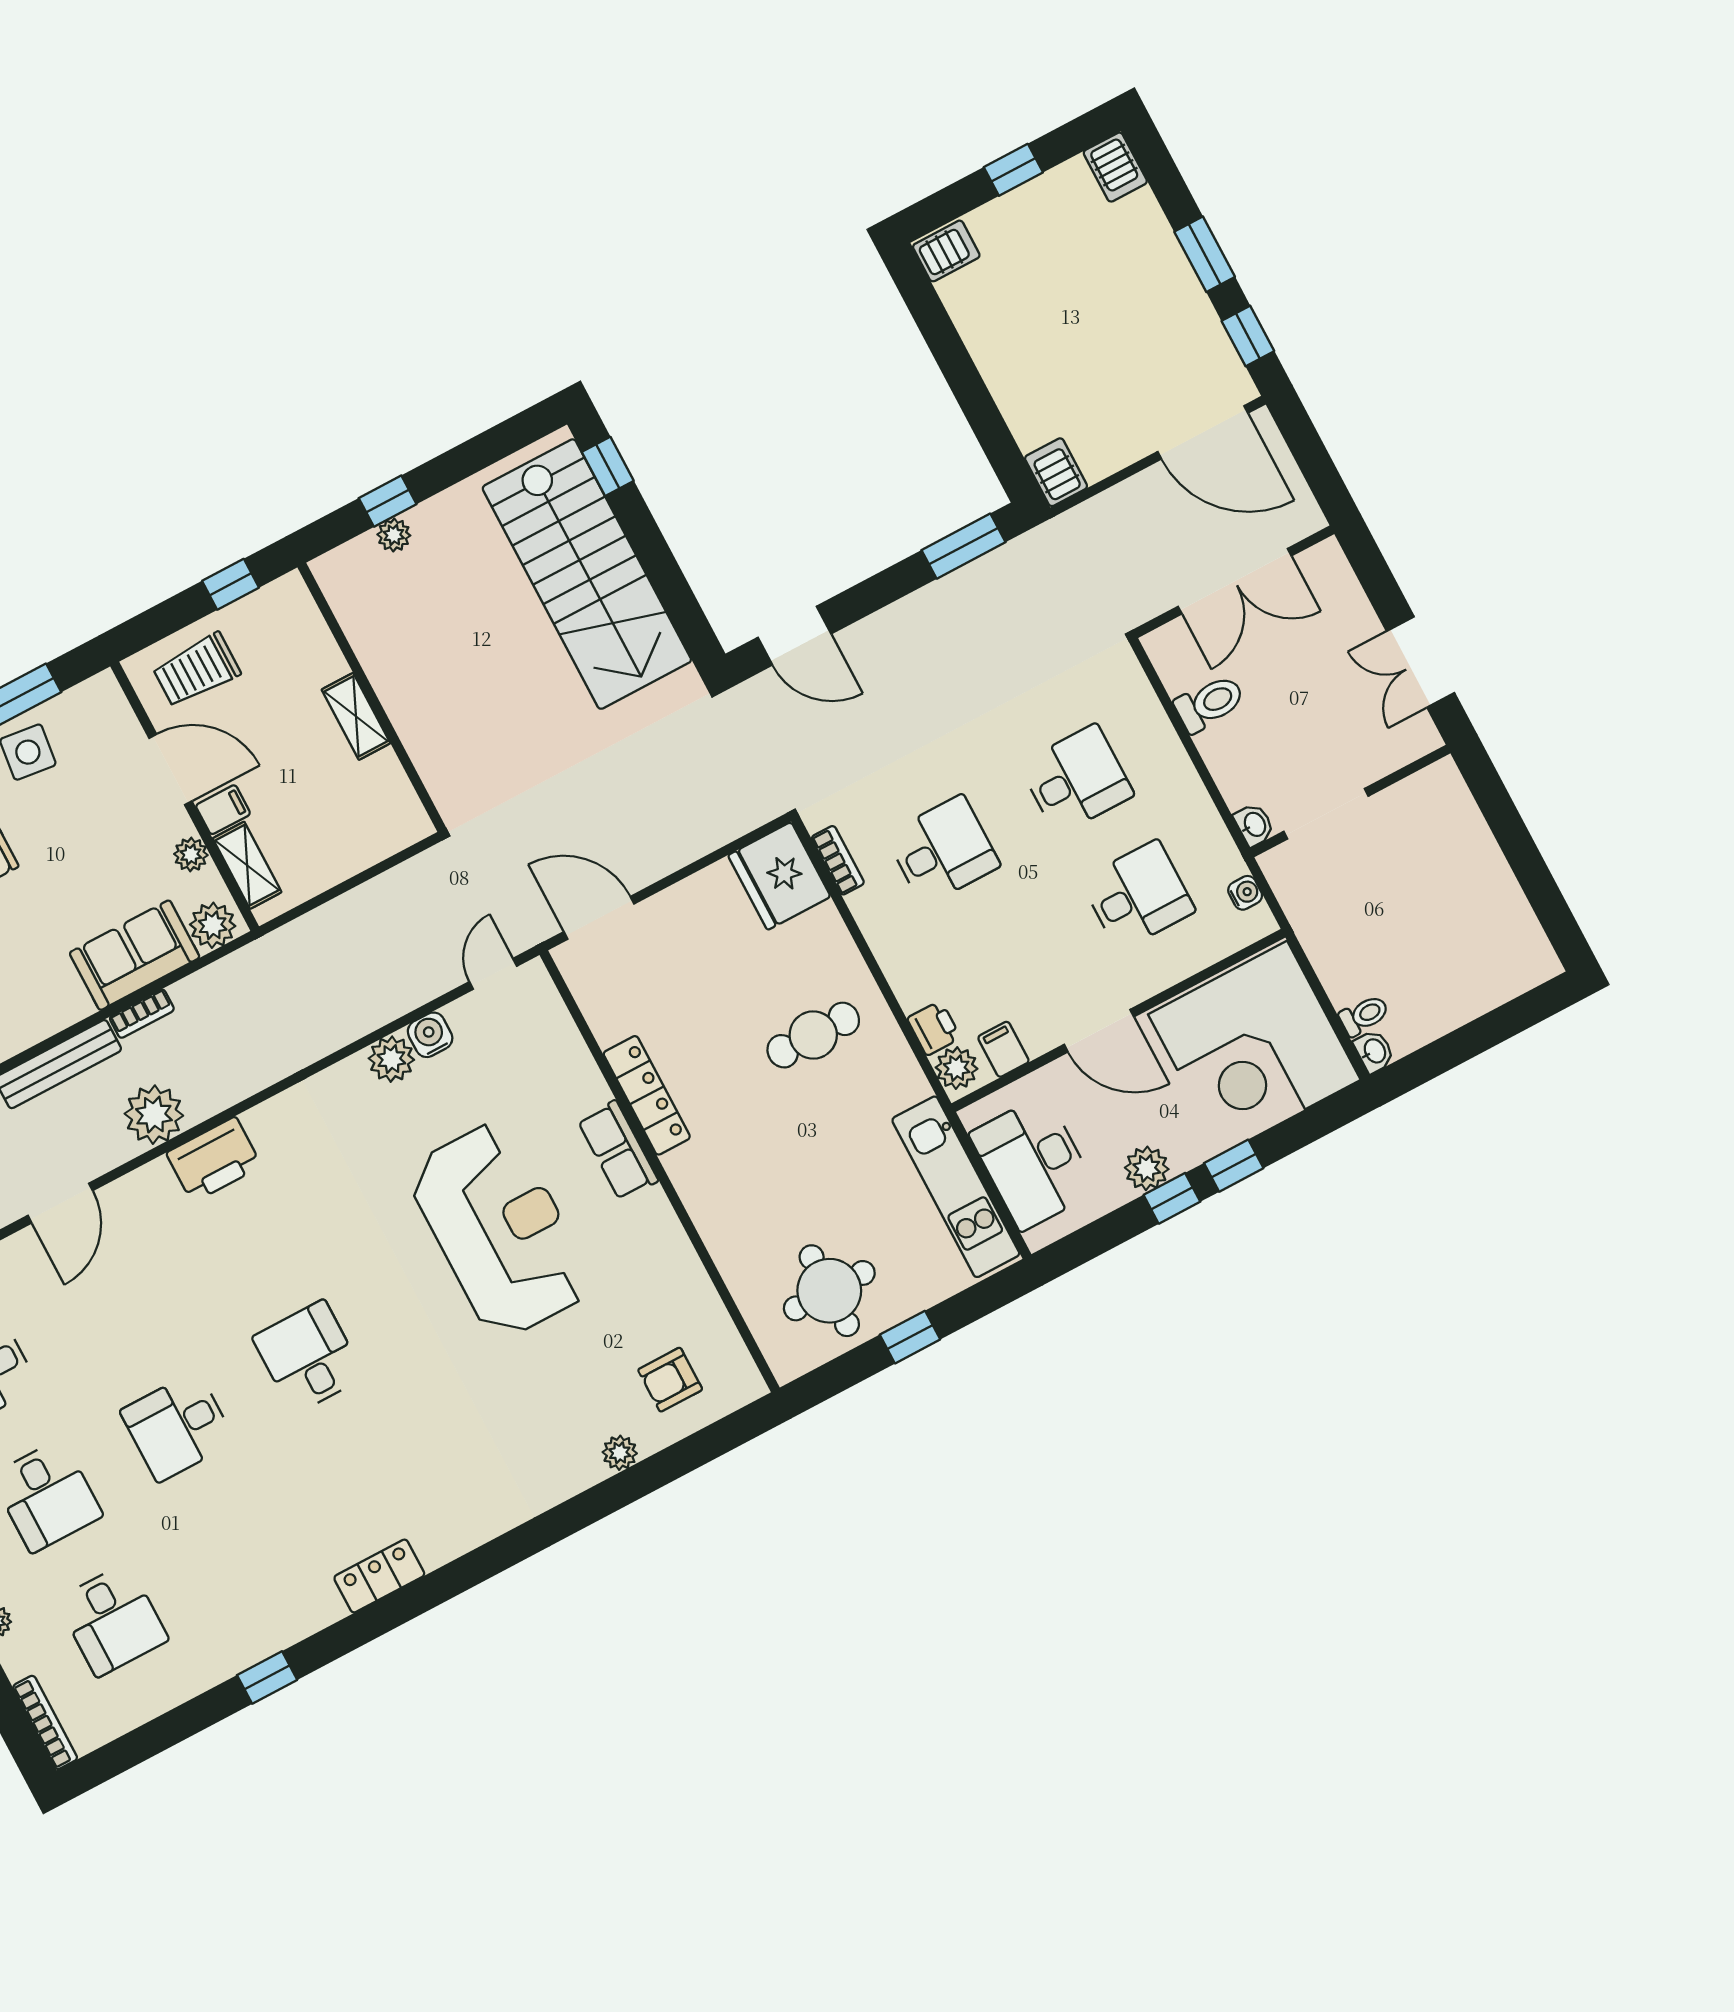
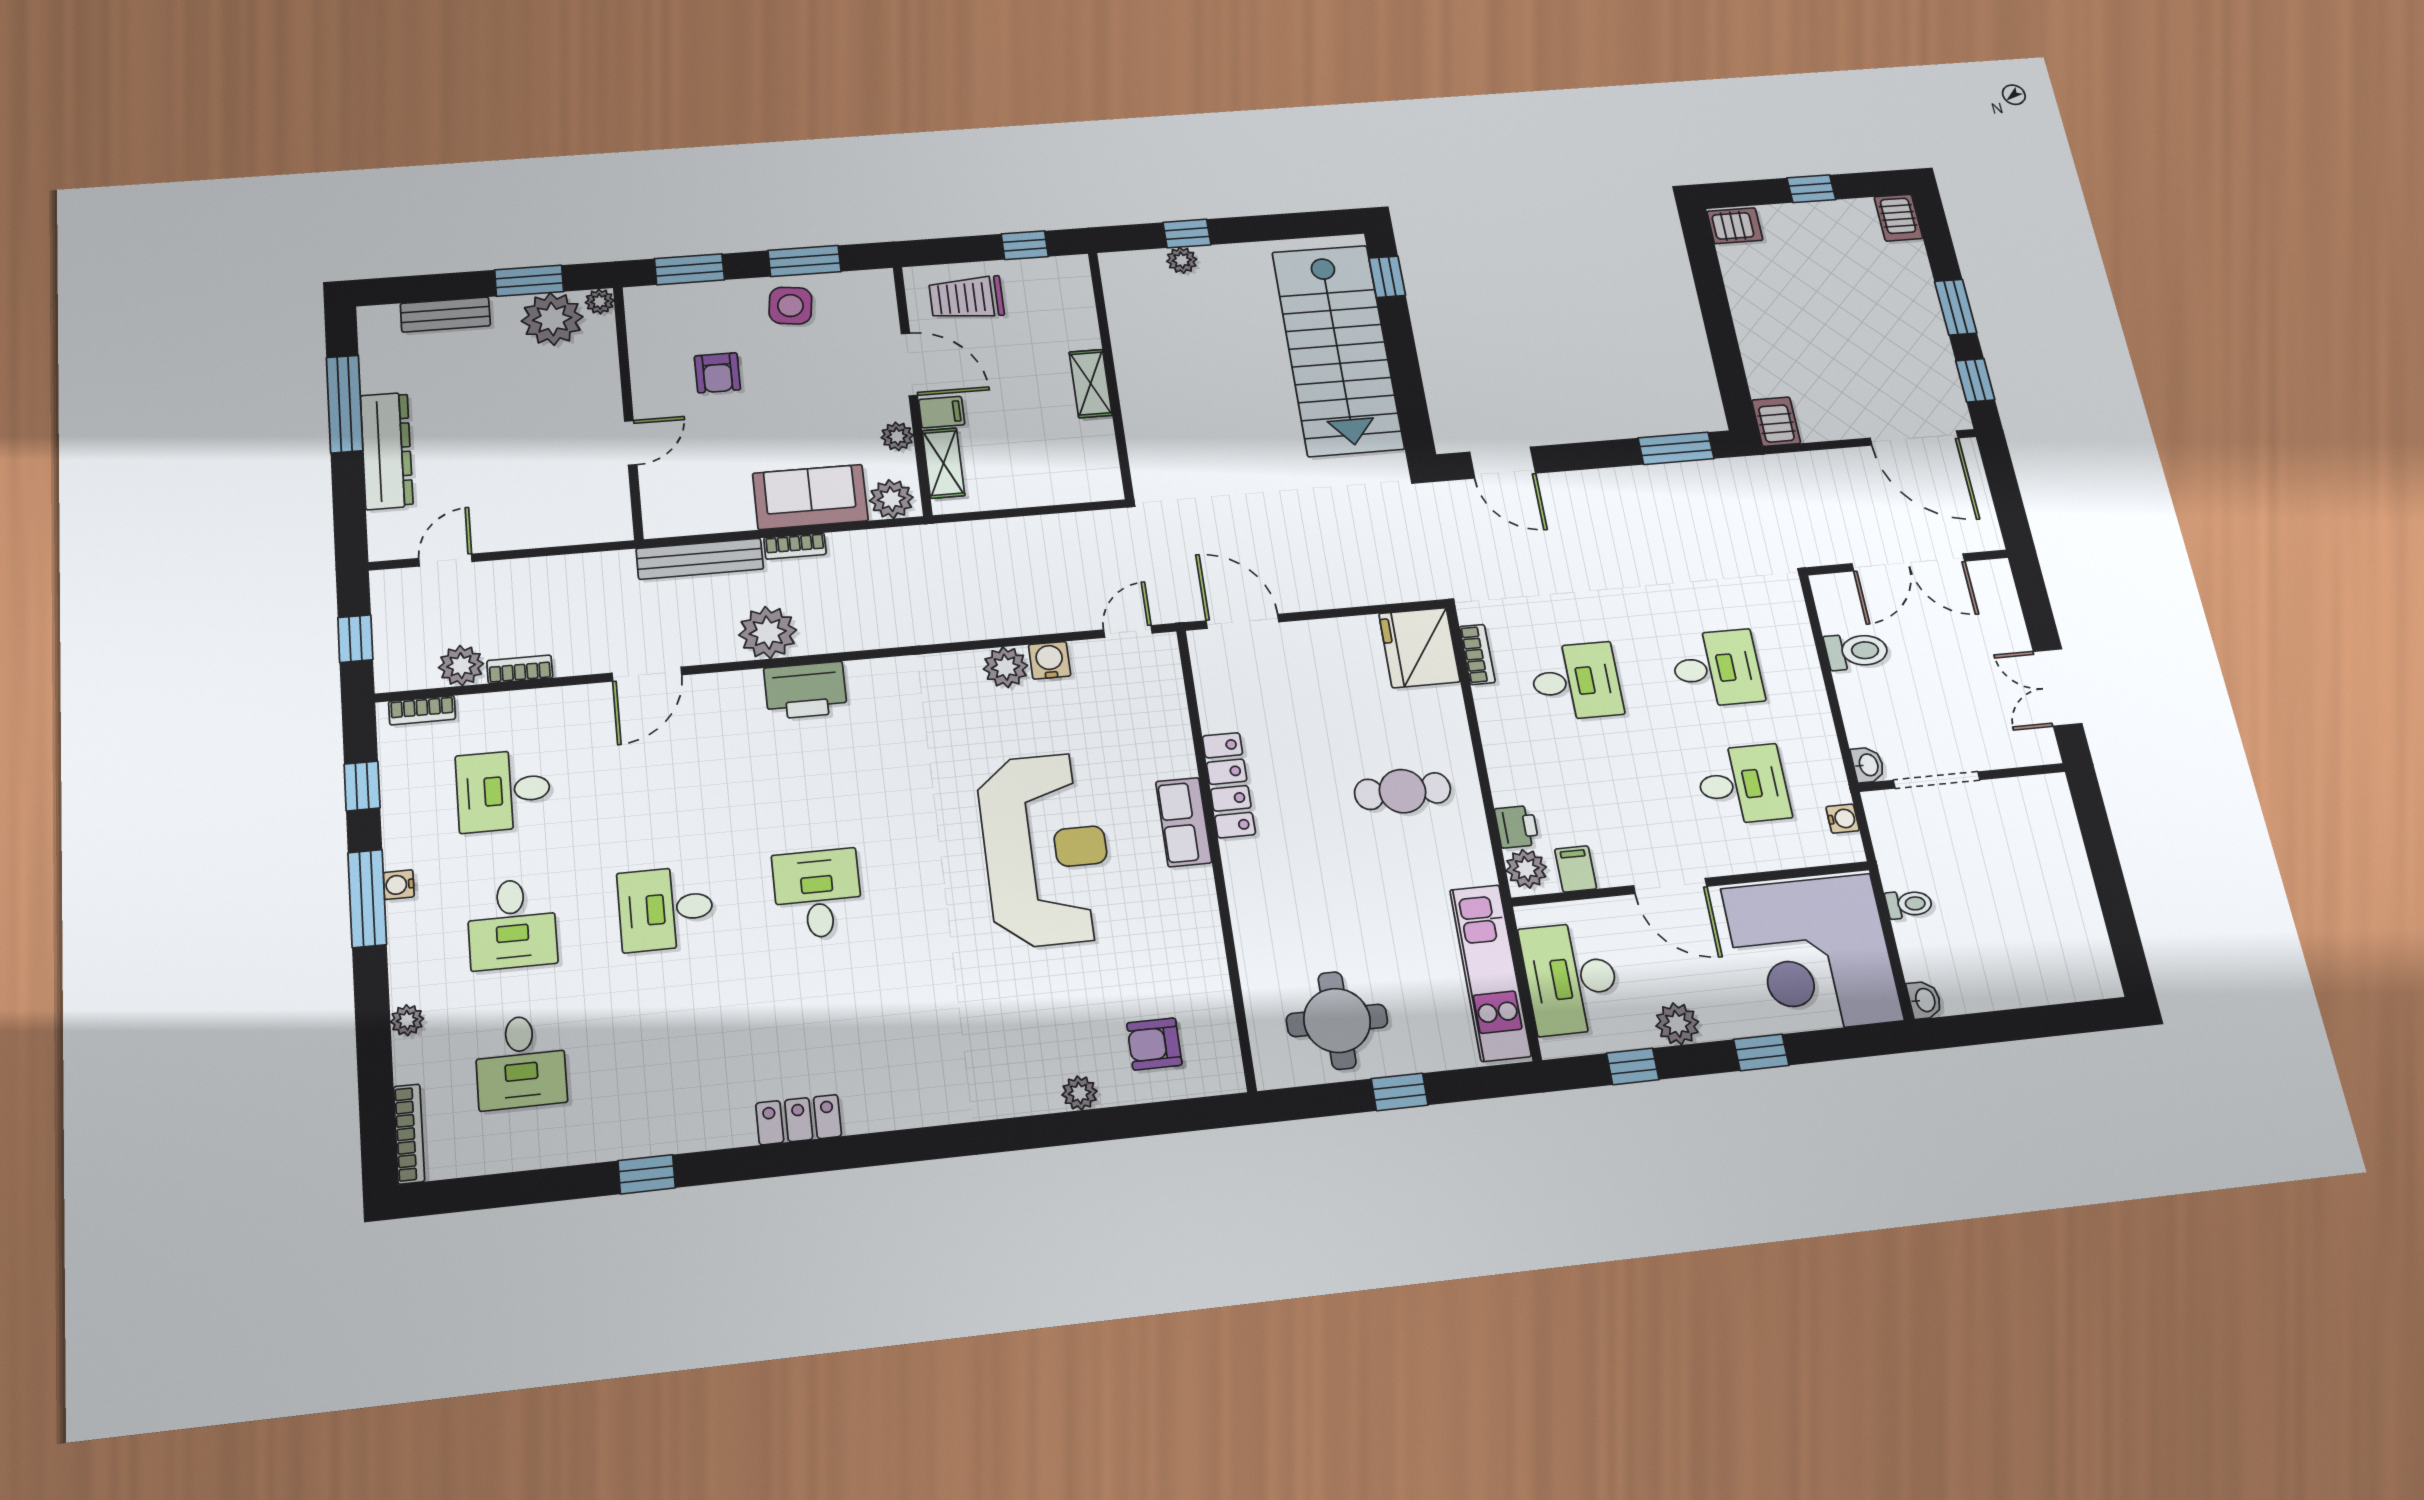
toilet: (1364, 1015) -> (1909, 904), moved
window: (1172, 1198) -> (1633, 1066), moved

